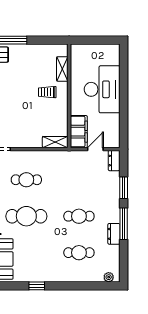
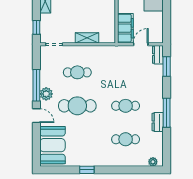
shelving: (55, 142) -> (87, 38), moved
window: (124, 188) -> (167, 67), moved

